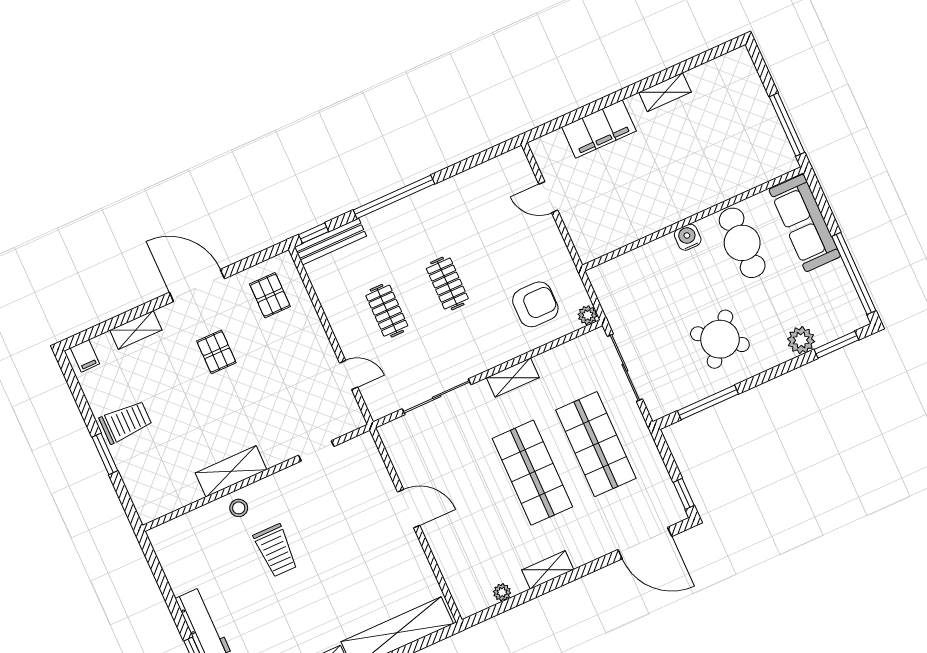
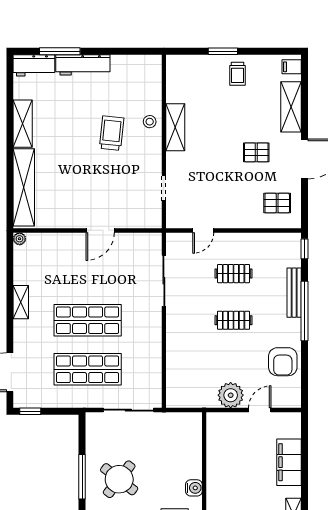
bench: (330, 242) -> (294, 293), moved
armchair: (535, 304) -> (283, 362), moved
plant: (588, 315) -> (231, 395), moved, width x1.87, depth x1.87
shelving: (136, 330) -> (291, 107), width x1.50, depth x1.33
shelving: (513, 378) -> (154, 335), removed
window: (708, 402) -> (82, 477), moved
trolley: (126, 422) -> (237, 74), width x0.73, depth x0.72
trolley: (276, 550) -> (112, 133), turned 96
plant: (502, 592) -> (20, 239), moved

